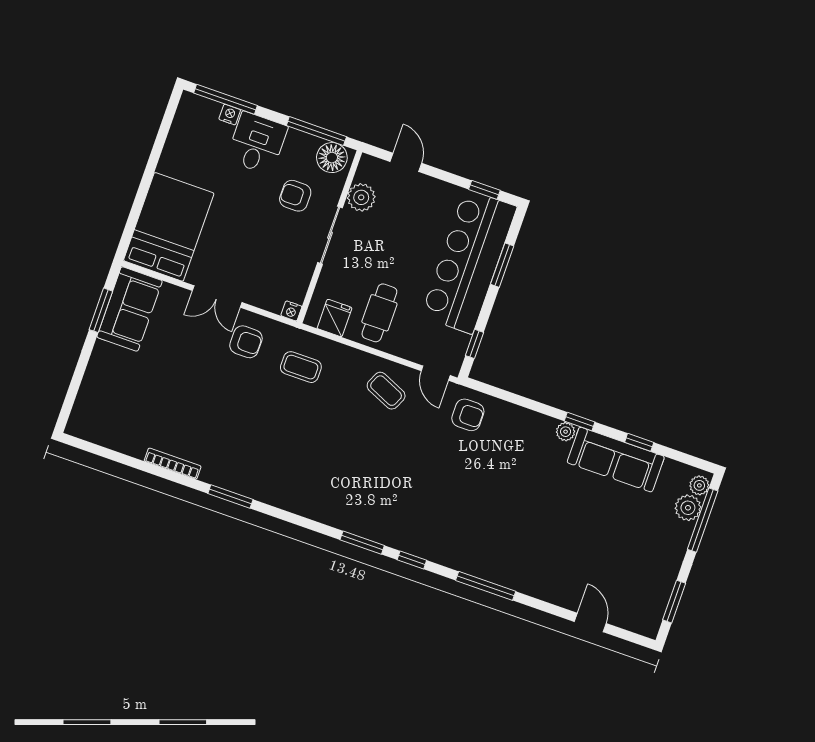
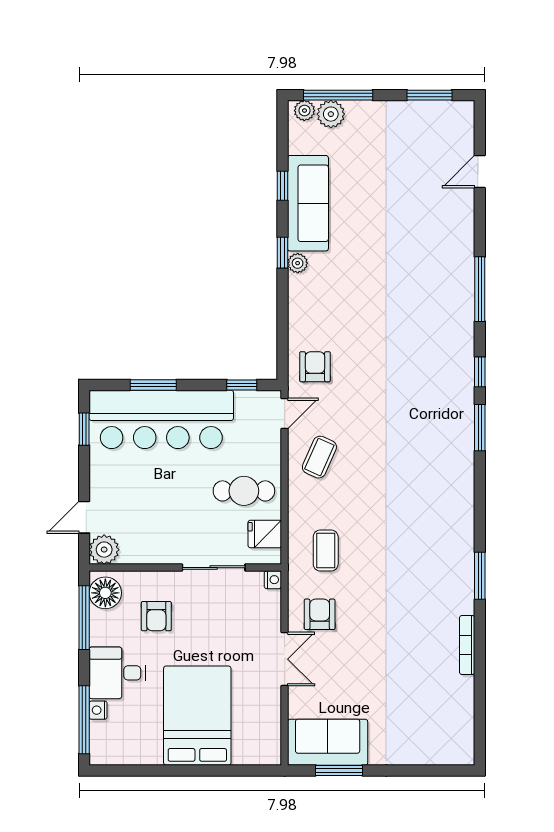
plant: (361, 197) -> (104, 550), moved
bed: (169, 227) -> (197, 716), moved, turned 90
sliding door: (330, 235) -> (214, 568), moved

